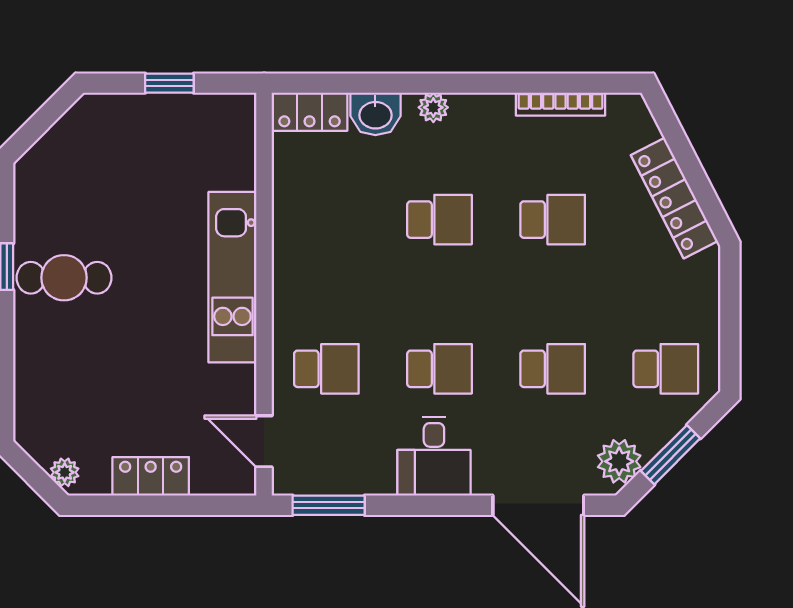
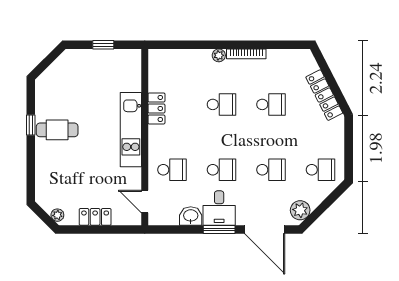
bookcase: (560, 104) -> (246, 54), moved
locker: (309, 112) -> (156, 108), moved, turned -90
washbasin: (375, 114) -> (191, 216), moved, turned 180
window: (671, 455) -> (323, 207), removed
window: (329, 505) -> (219, 229), moved

